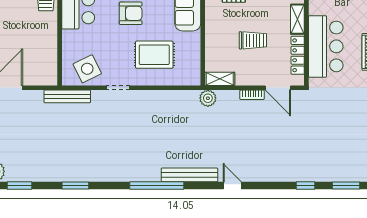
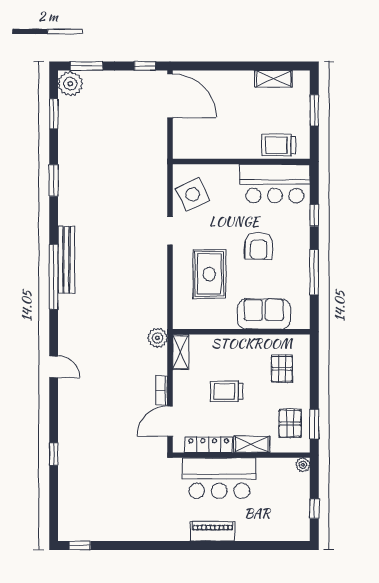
trolley: (253, 40) -> (226, 391), turned 90
bench: (67, 96) -> (160, 171), removed
bench: (189, 175) -> (66, 260), moved
door: (232, 186) -> (54, 367), hinge flipped
window: (346, 186) -> (54, 502), removed

